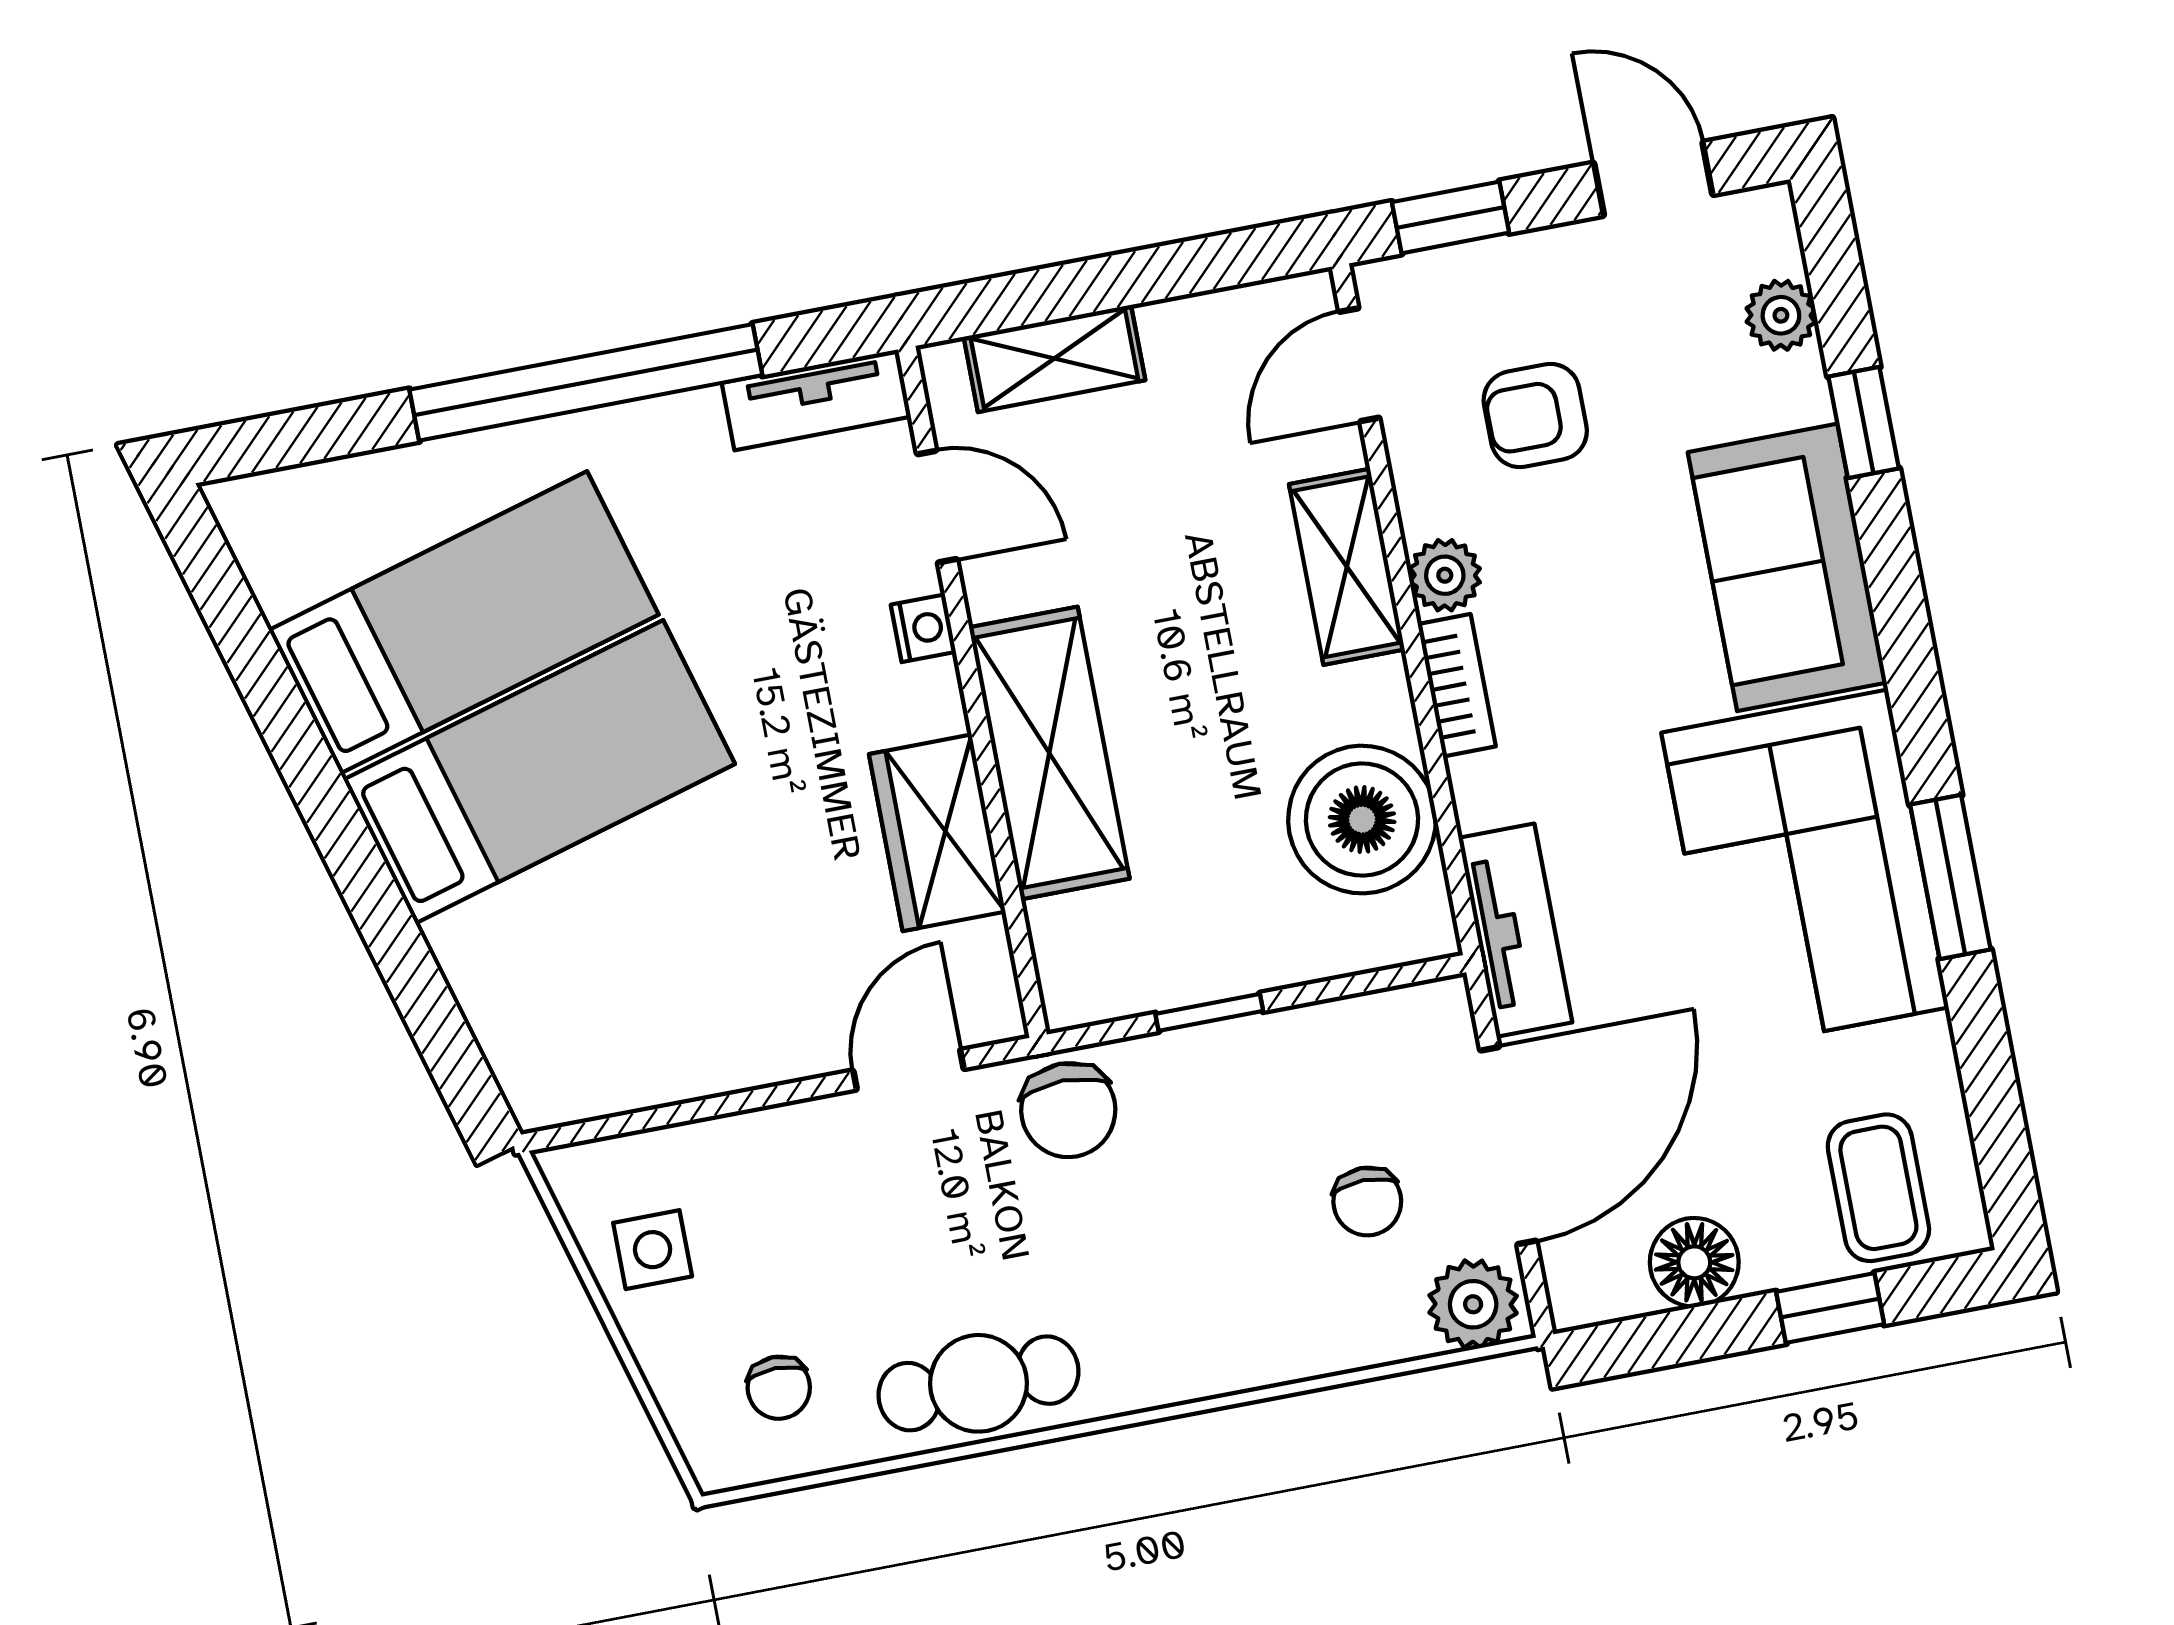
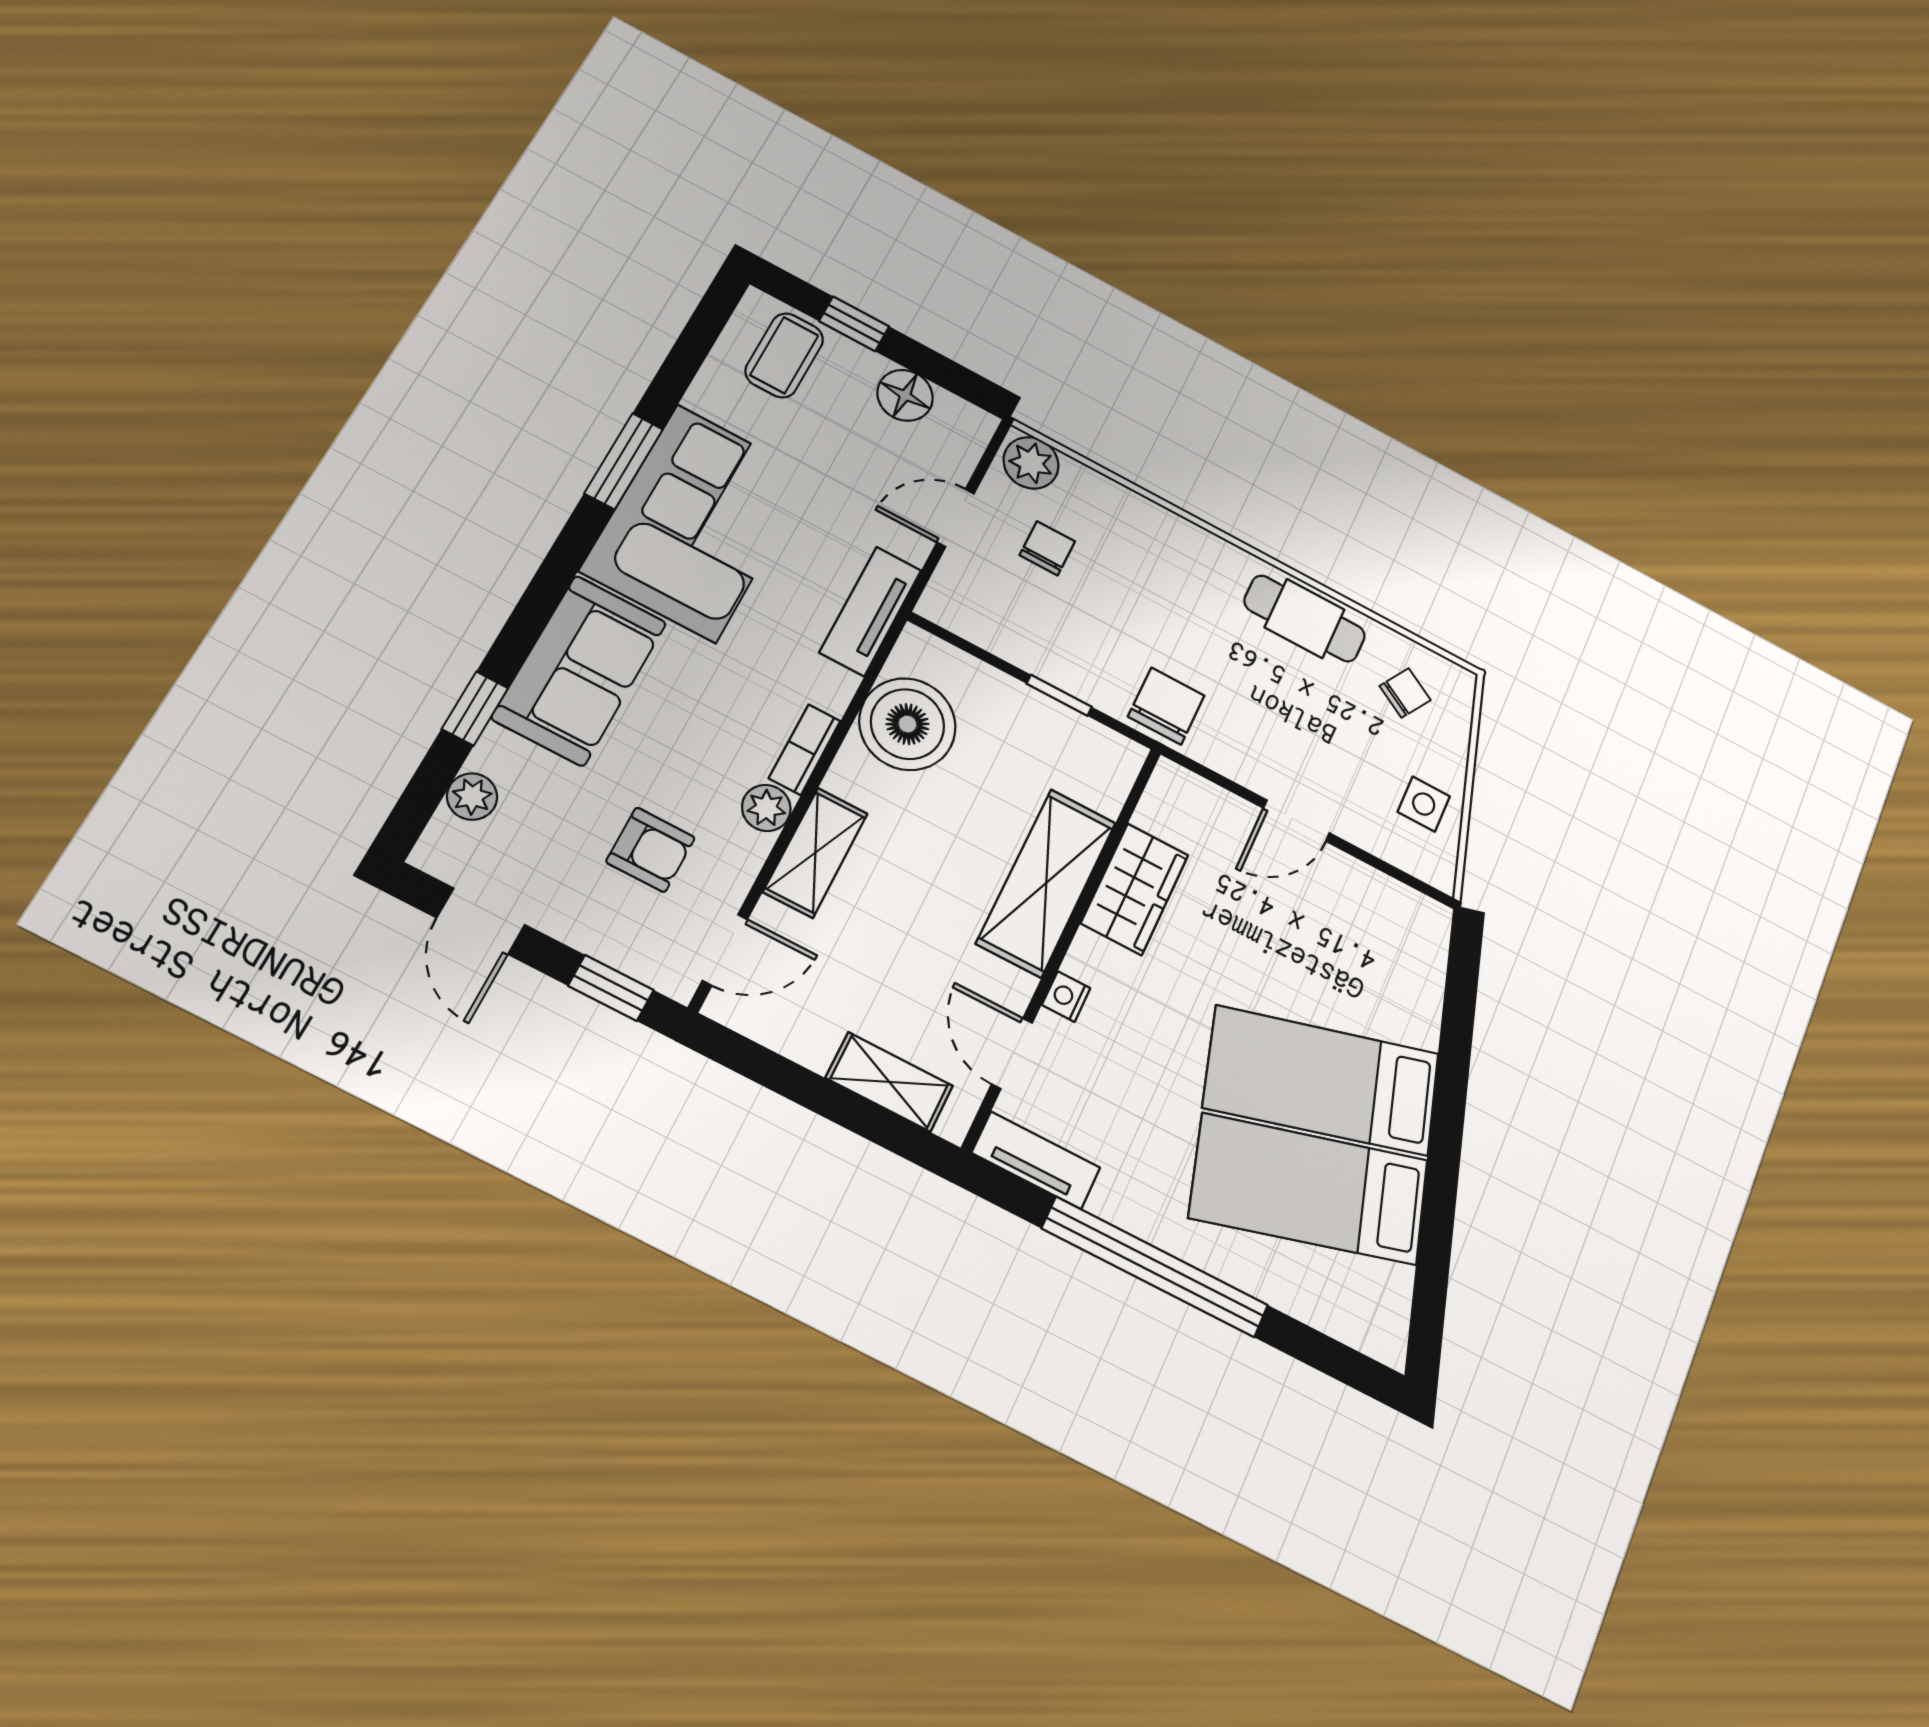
door: (908, 1070) -> (1296, 821), moved
door: (1508, 1146) -> (956, 518), width x0.53
chair: (779, 1388) -> (1405, 693), turned 31

